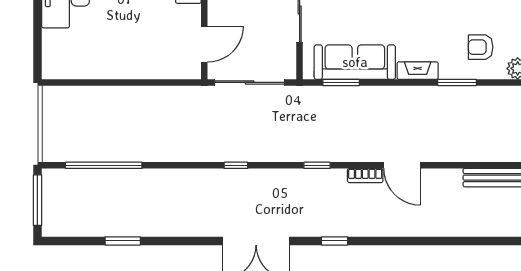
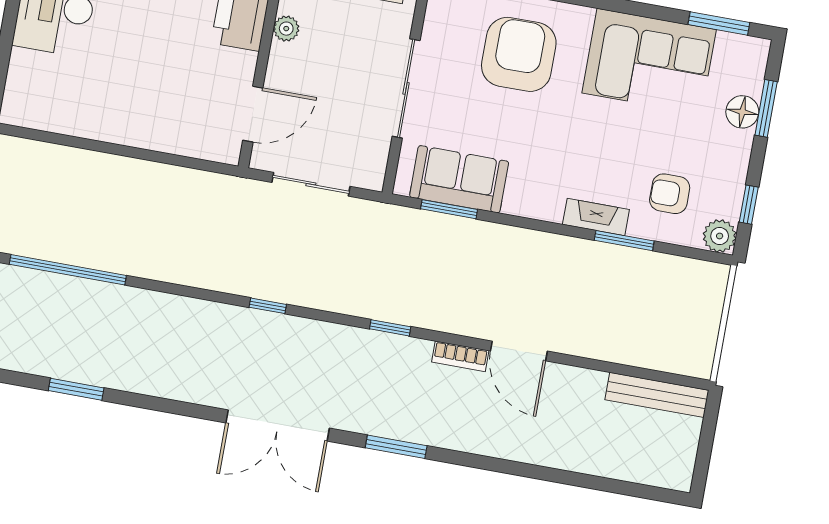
sofa: (355, 62) -> (459, 179), width x0.73
fireplace: (418, 71) -> (596, 217), moved
sliding door: (250, 82) -> (311, 184), width x0.73
window: (335, 241) -> (396, 447), width x1.50

